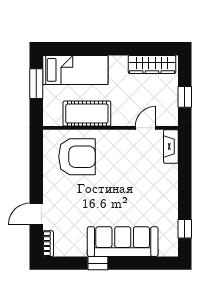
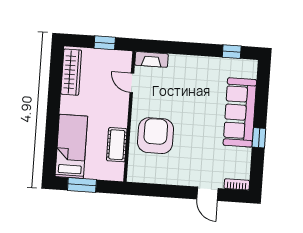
cot: (87, 114) -> (117, 145), width x0.73, depth x0.75
armchair: (77, 157) -> (156, 136), moved

